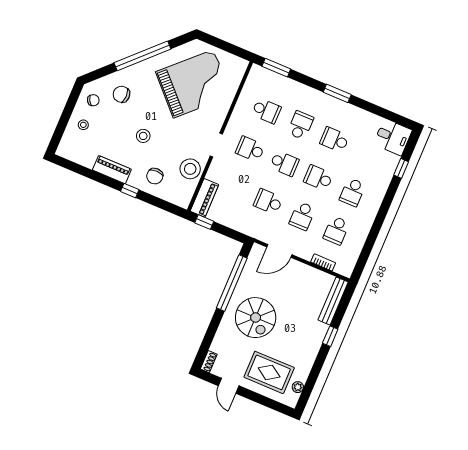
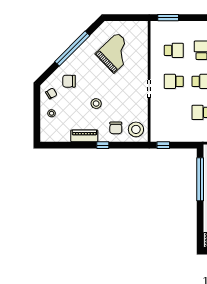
grand piano: (194, 84) -> (116, 53), width x0.73, depth x0.68
stool: (190, 169) -> (136, 129), moved
piano: (204, 198) -> (156, 128), removed

